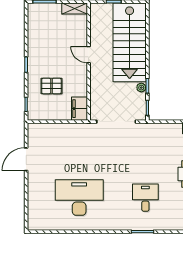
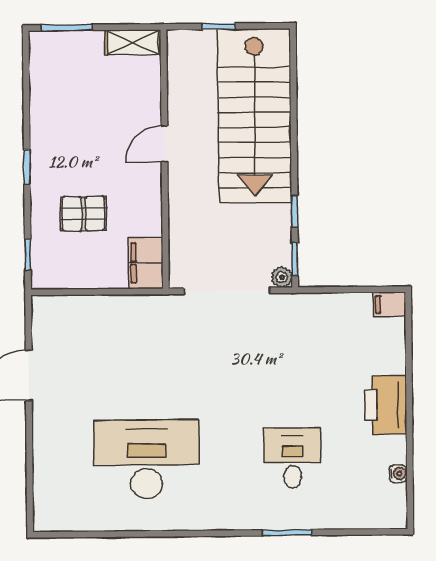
door: (89, 55) -> (164, 144), hinge flipped
plant: (141, 88) -> (282, 277), moved

